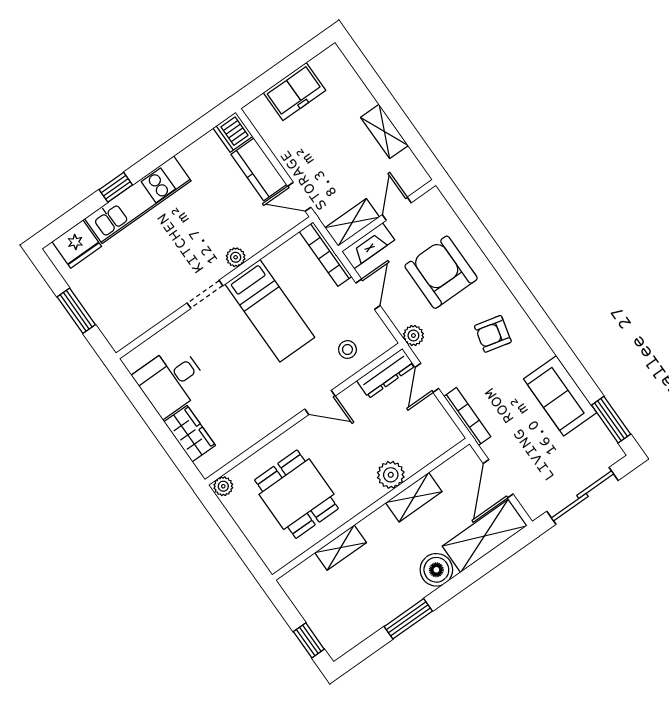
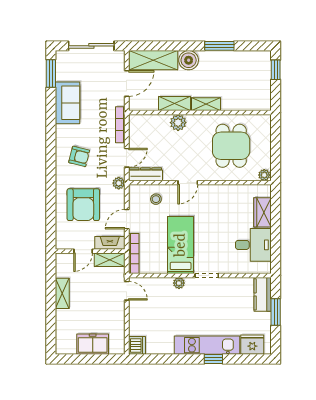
kitchen counter: (259, 169) -> (263, 294), moved, turned 180
door: (320, 402) -> (188, 183), swing flipped
shelving: (341, 548) -> (206, 104), moved

